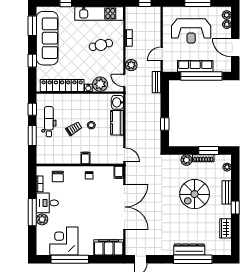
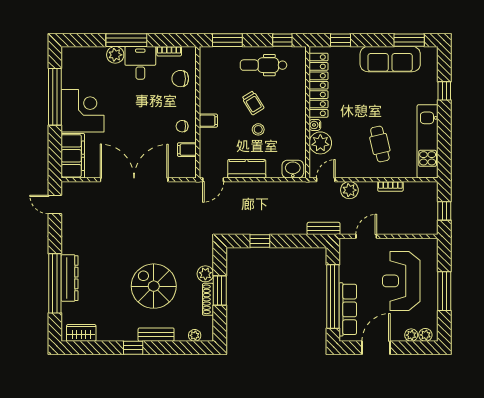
sofa: (47, 38) -> (390, 59), width x0.74, depth x0.79
door: (162, 54) -> (366, 236), hinge flipped
window: (32, 61) -> (341, 40), moved
row of seats: (195, 66) -> (348, 309), moved
dental chair: (49, 122) -> (264, 65), turned 180
kitchen counter: (117, 123) -> (247, 169), moved
window: (32, 135) -> (227, 40), moved
window: (209, 151) -> (220, 291), moved
filing cabinet: (119, 172) -> (187, 150), moved
double door: (124, 207) -> (134, 180), swing flipped
wardrobe: (225, 228) -> (81, 333), moved
corner desk: (64, 241) -> (83, 111), moved

